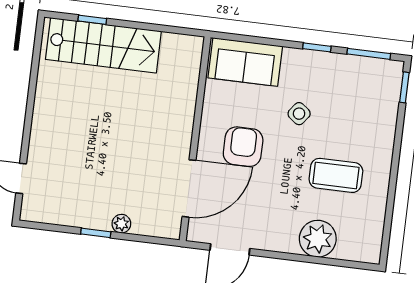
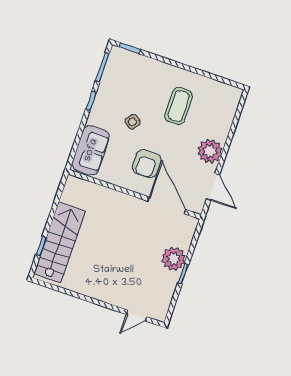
armchair: (243, 147) -> (147, 164), turned -90
plant: (121, 224) -> (174, 259), width x1.87, depth x1.87
plant: (318, 239) -> (210, 151), moved

